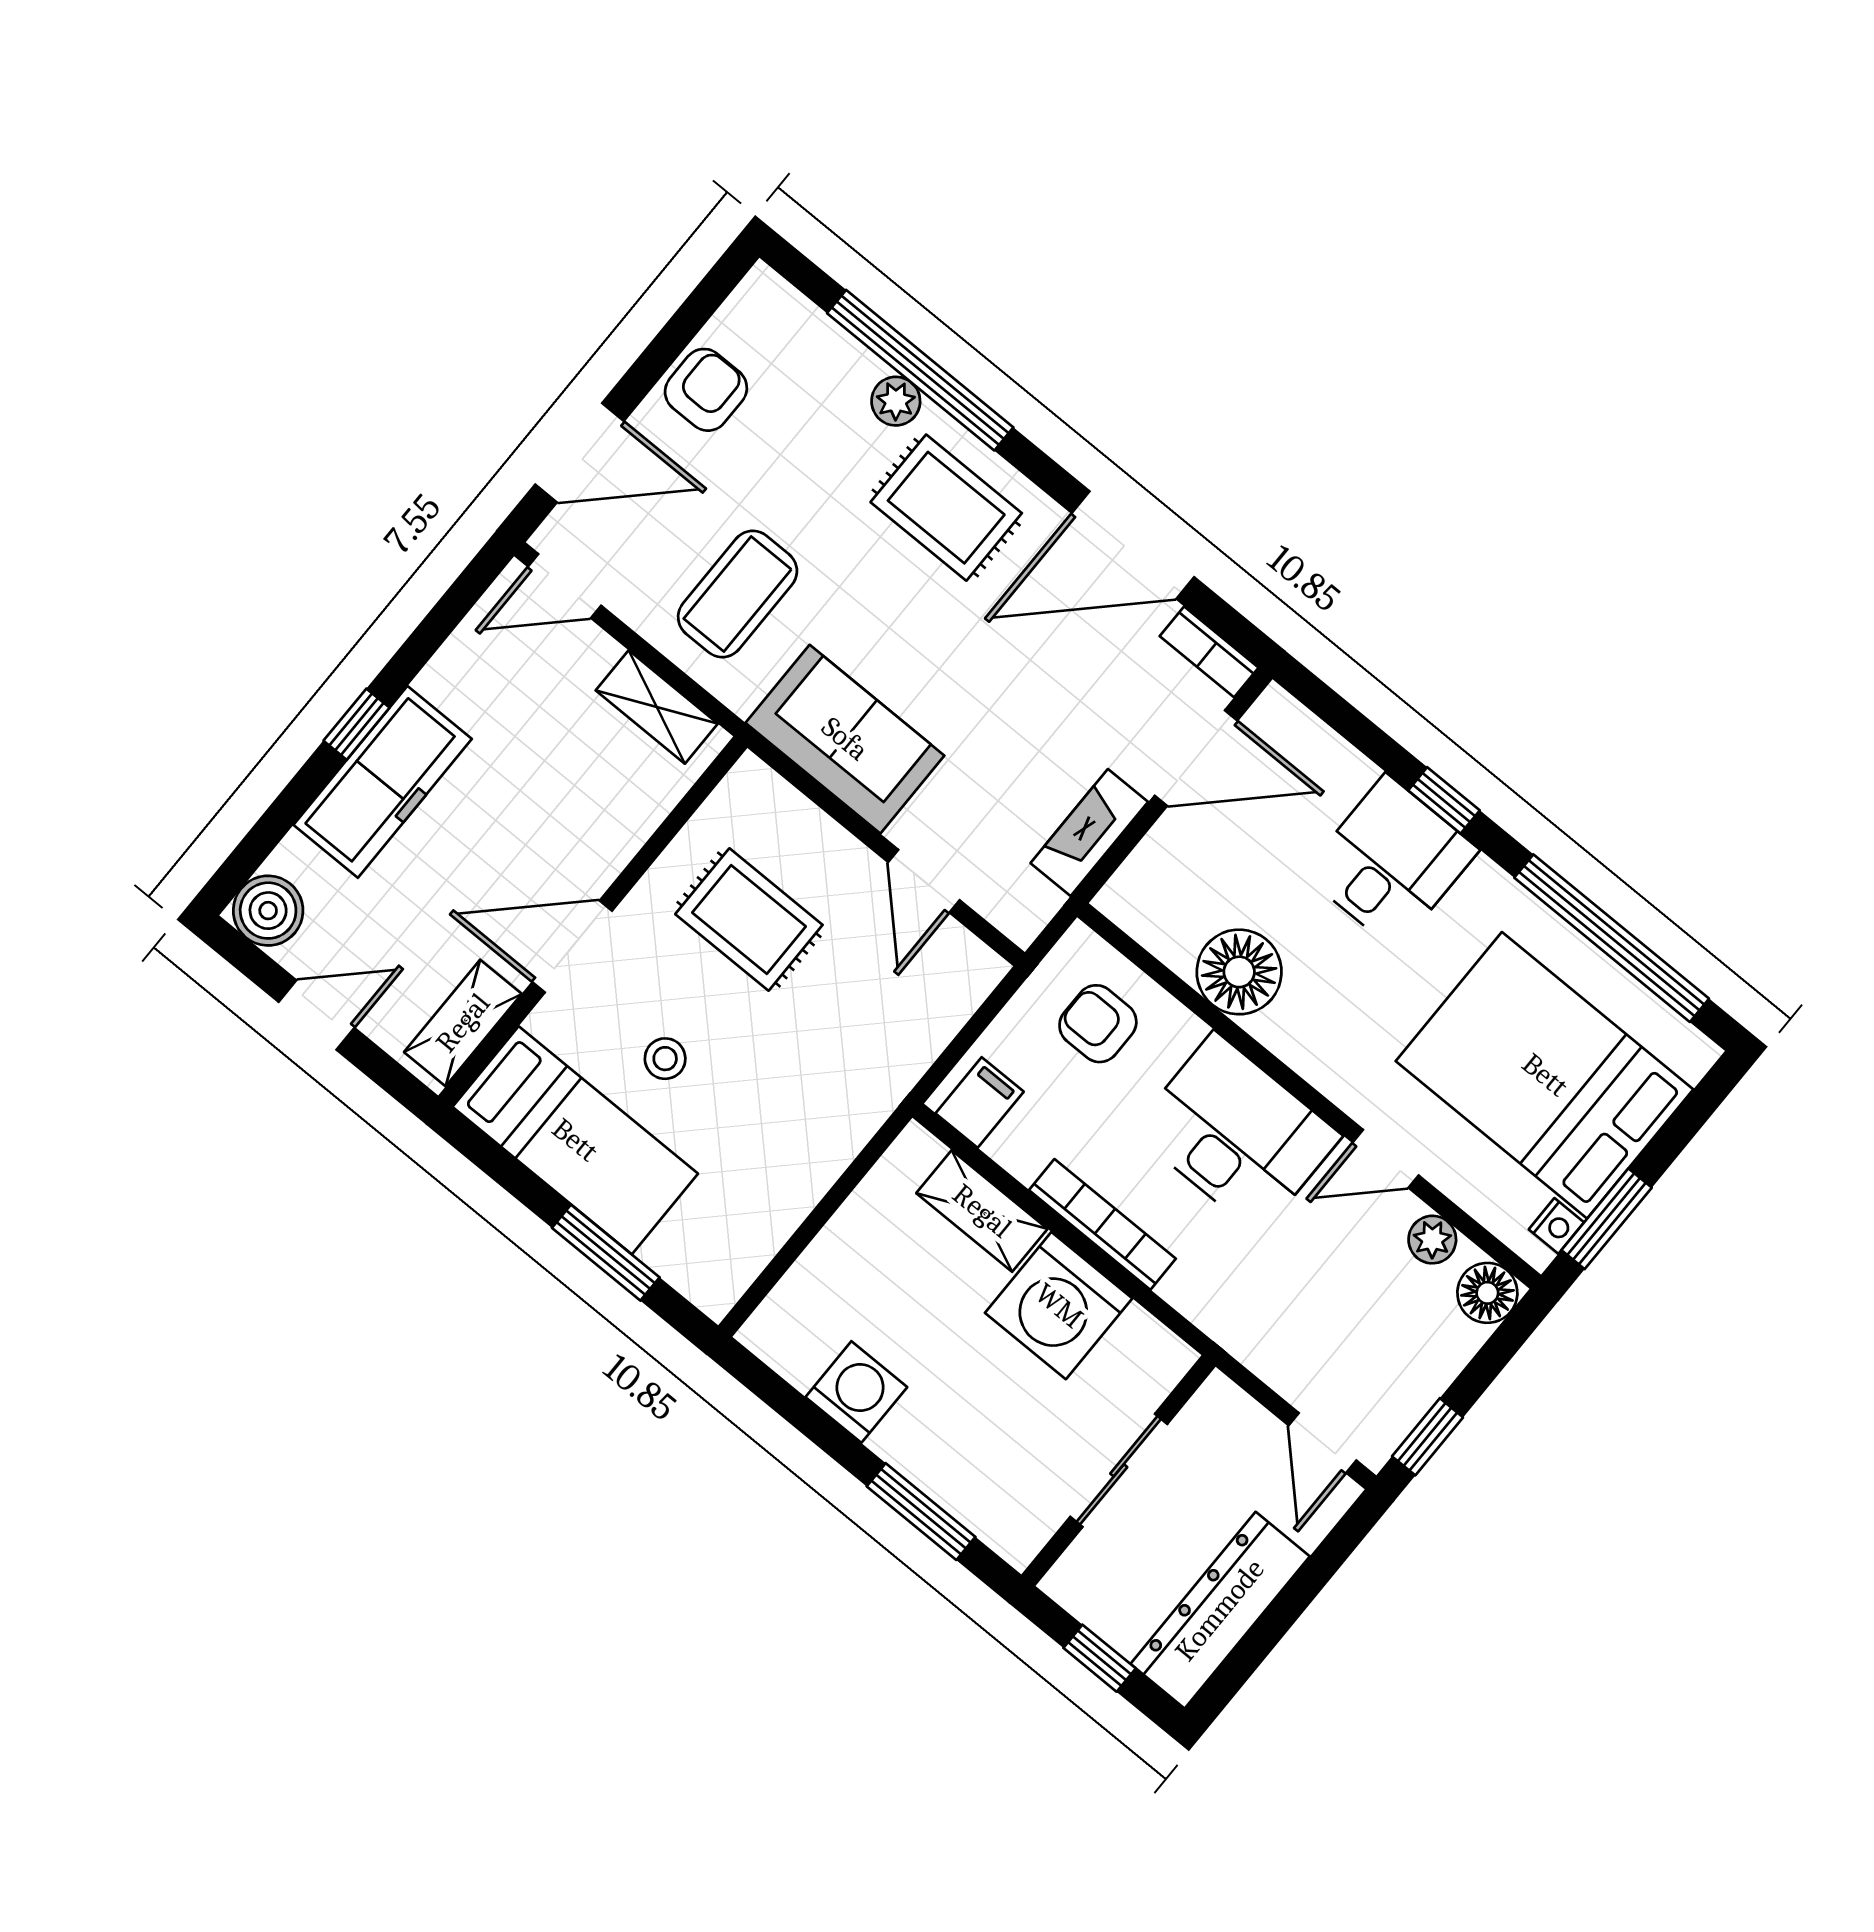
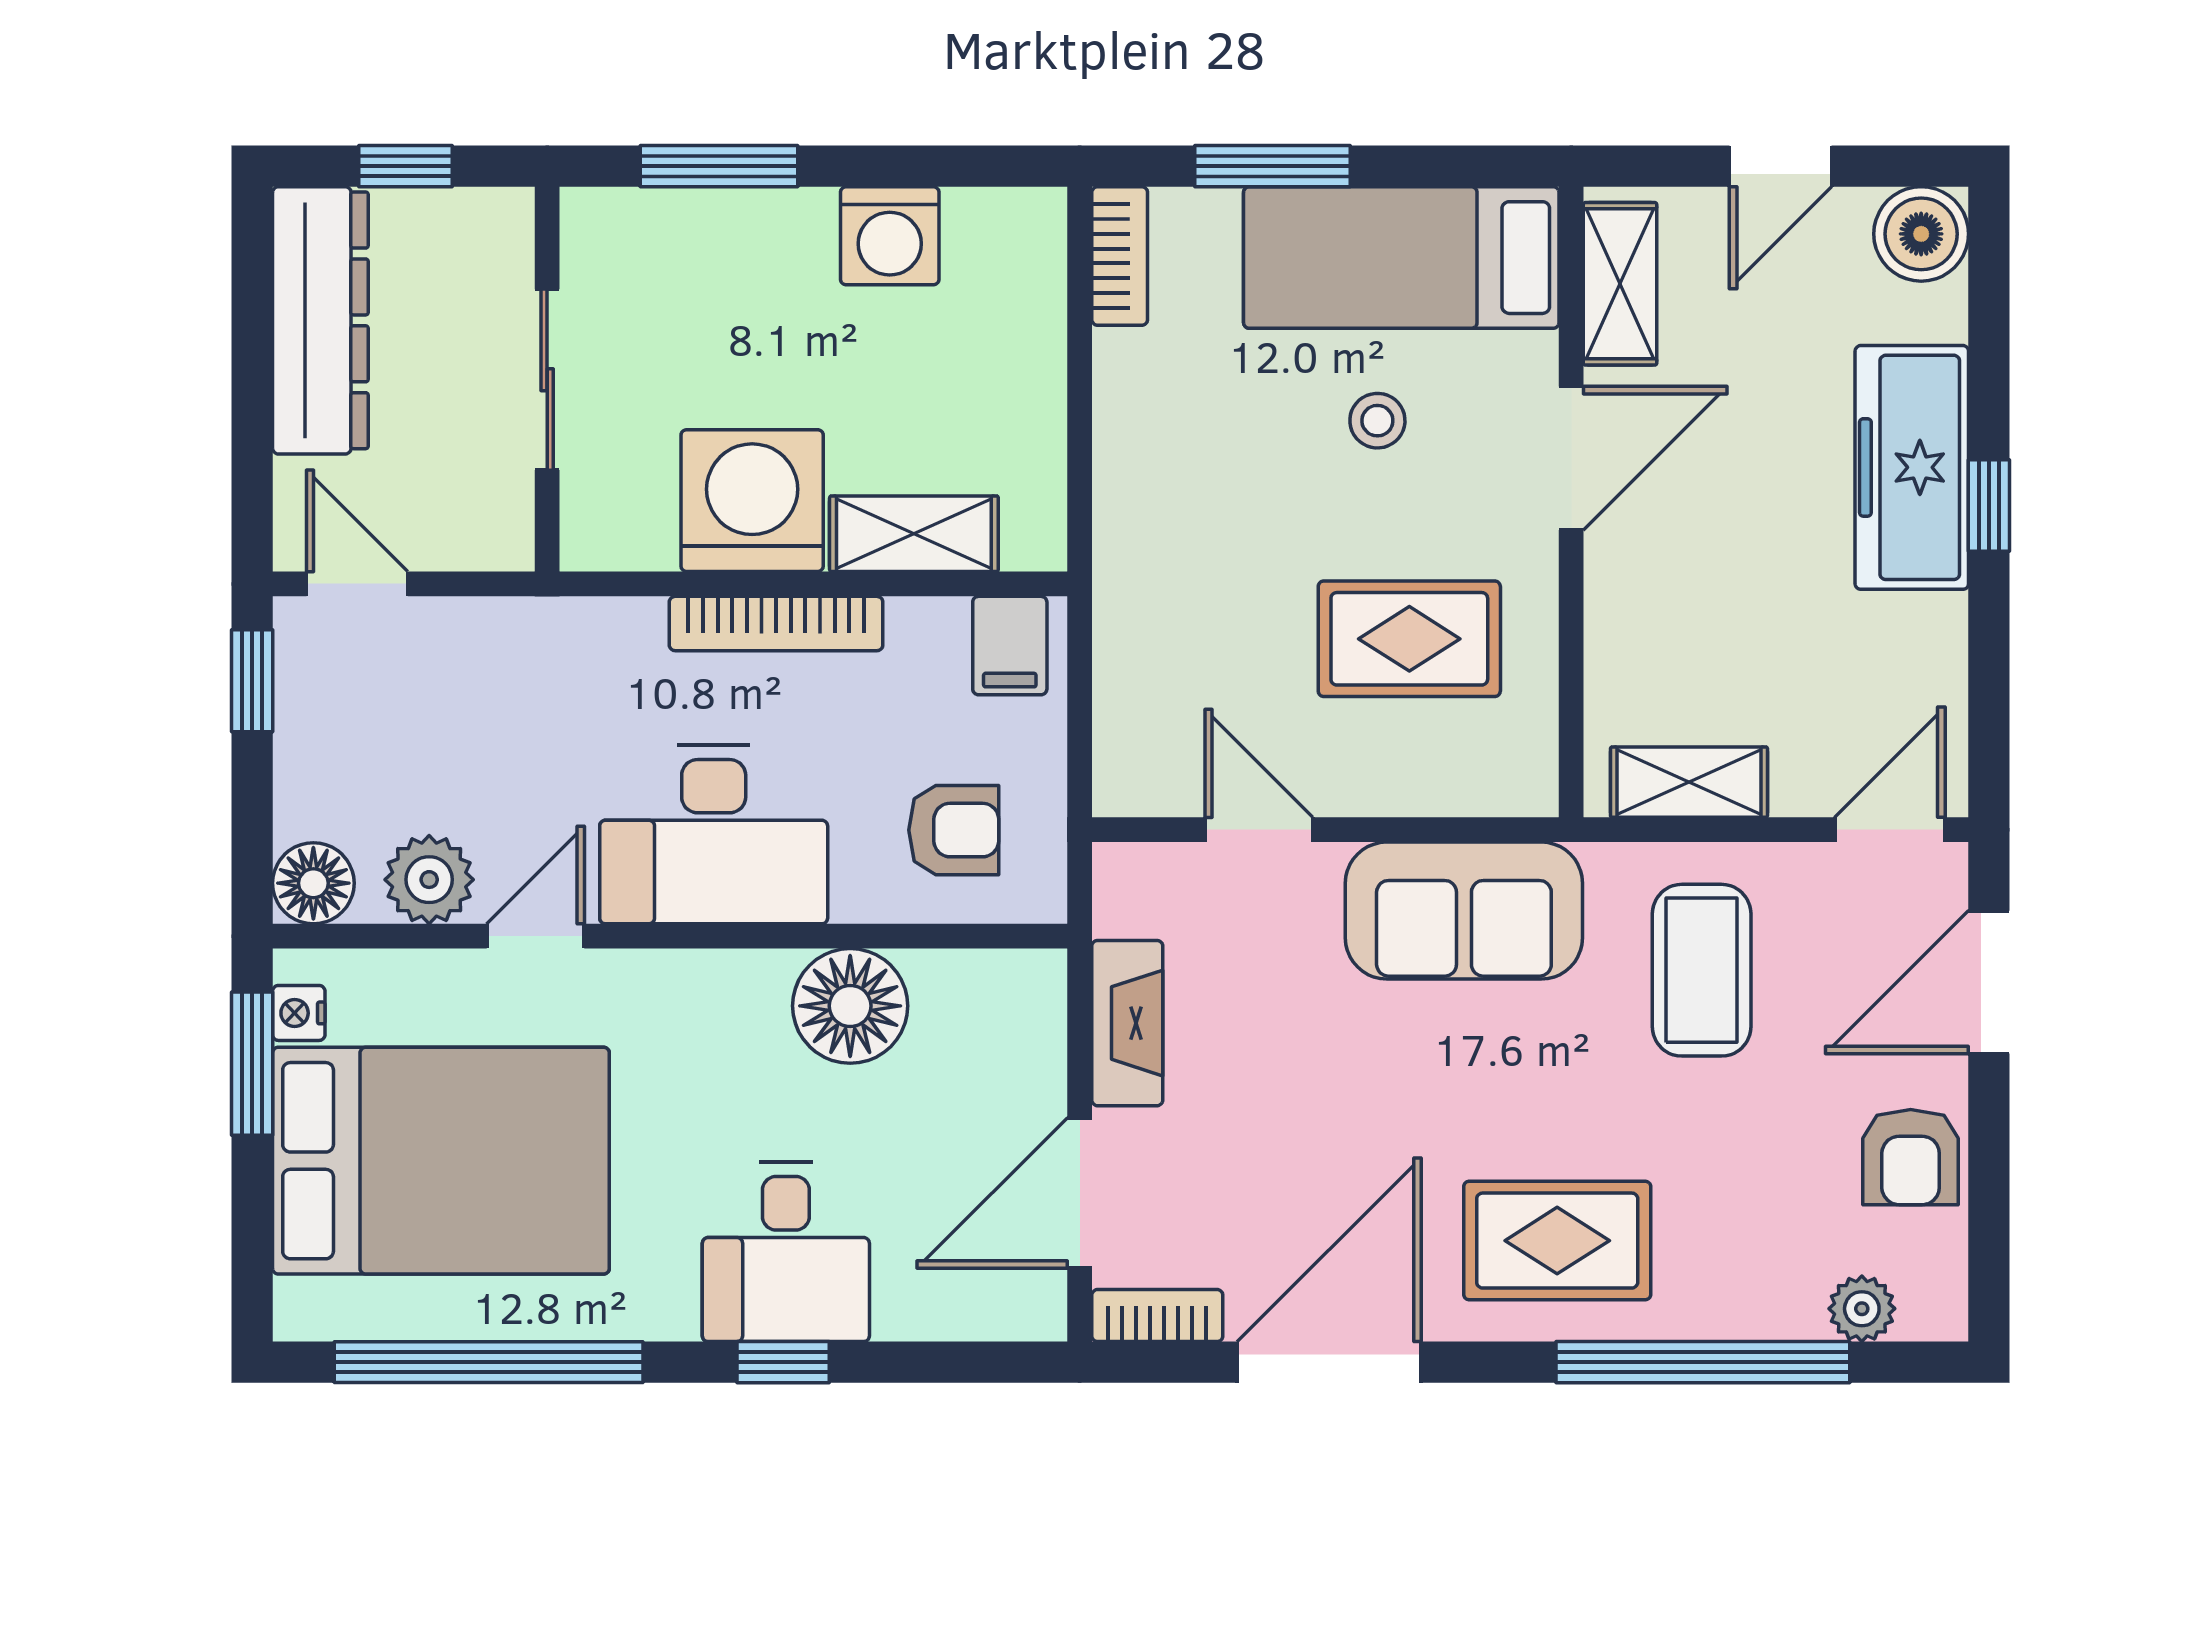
plant: (896, 401) -> (1862, 1309), moved
plant: (1432, 1240) -> (429, 880), width x1.38, depth x1.38
bookcase: (735, 1273) -> (1120, 256), added

